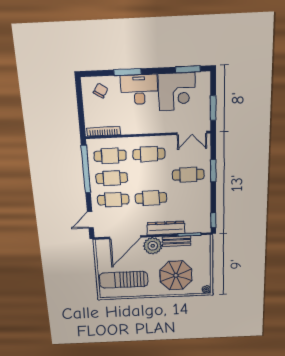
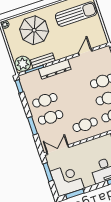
corner desk: (177, 92) -> (67, 180), moved, turned 90
cafe table: (151, 198) -> (45, 100), moved
door: (125, 237) -> (85, 52), width x0.53
plant: (153, 246) -> (23, 64), moved

